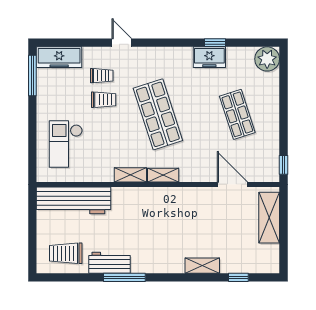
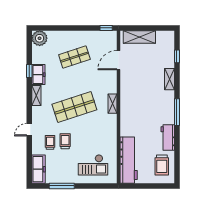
window: (32, 76) -> (62, 186), moved
shelving: (130, 175) -> (36, 96), moved
window: (124, 277) -> (177, 112), moved

